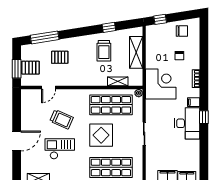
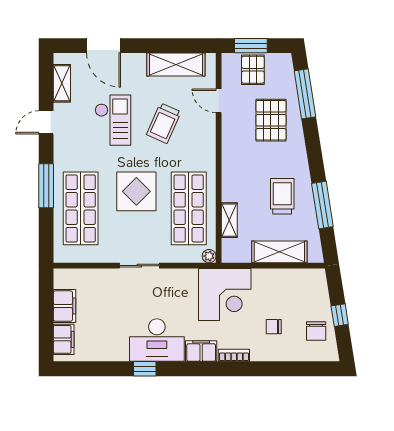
window: (160, 19) -> (340, 315), moved
window: (109, 27) -> (322, 205), width x2.17
trolley: (104, 51) -> (282, 196), turned 90
pallet: (60, 57) -> (271, 120), width x1.50, depth x1.42
filing cabinet: (194, 102) -> (201, 351), width x2.00
shelving: (28, 112) -> (176, 65), added
window: (204, 117) -> (145, 369), moved
door: (17, 141) -> (103, 46), moved

